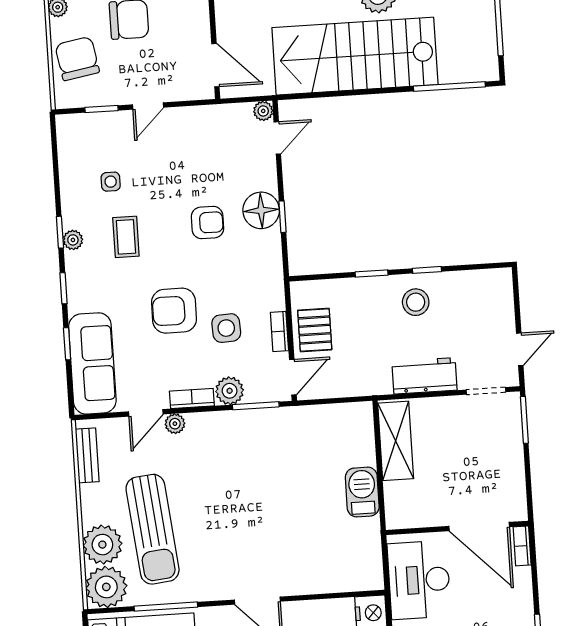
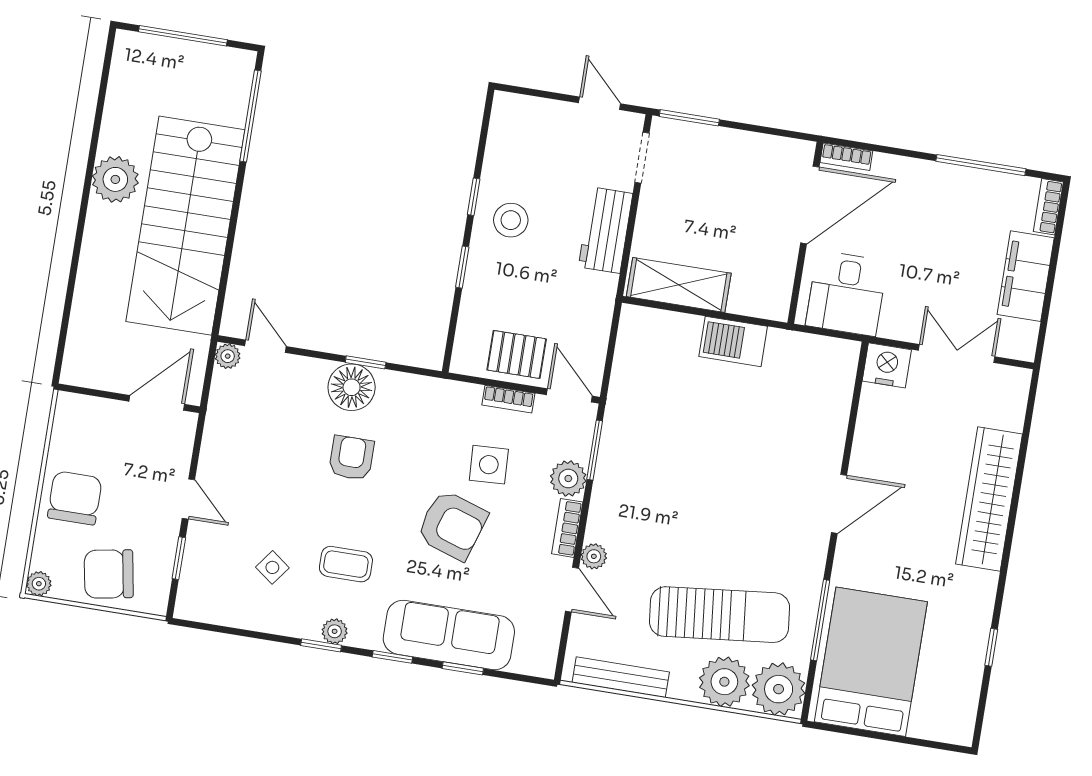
side table: (111, 182) -> (272, 567), turned 37
armchair: (174, 311) -> (452, 525), turned -72
sofa: (92, 363) -> (449, 635), moved
bench: (87, 455) -> (621, 677), width x1.36
desk: (419, 580) -> (846, 293), width x0.73

